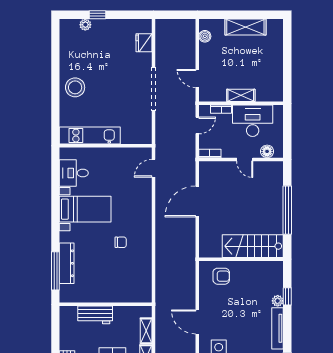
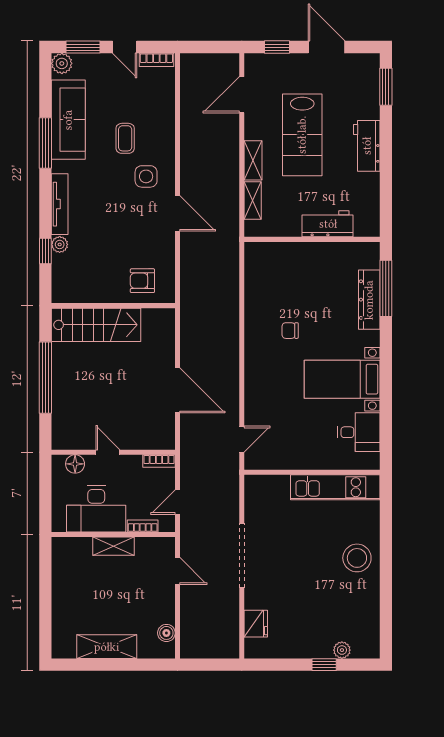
door: (197, 201) -> (177, 390), hinge flipped

